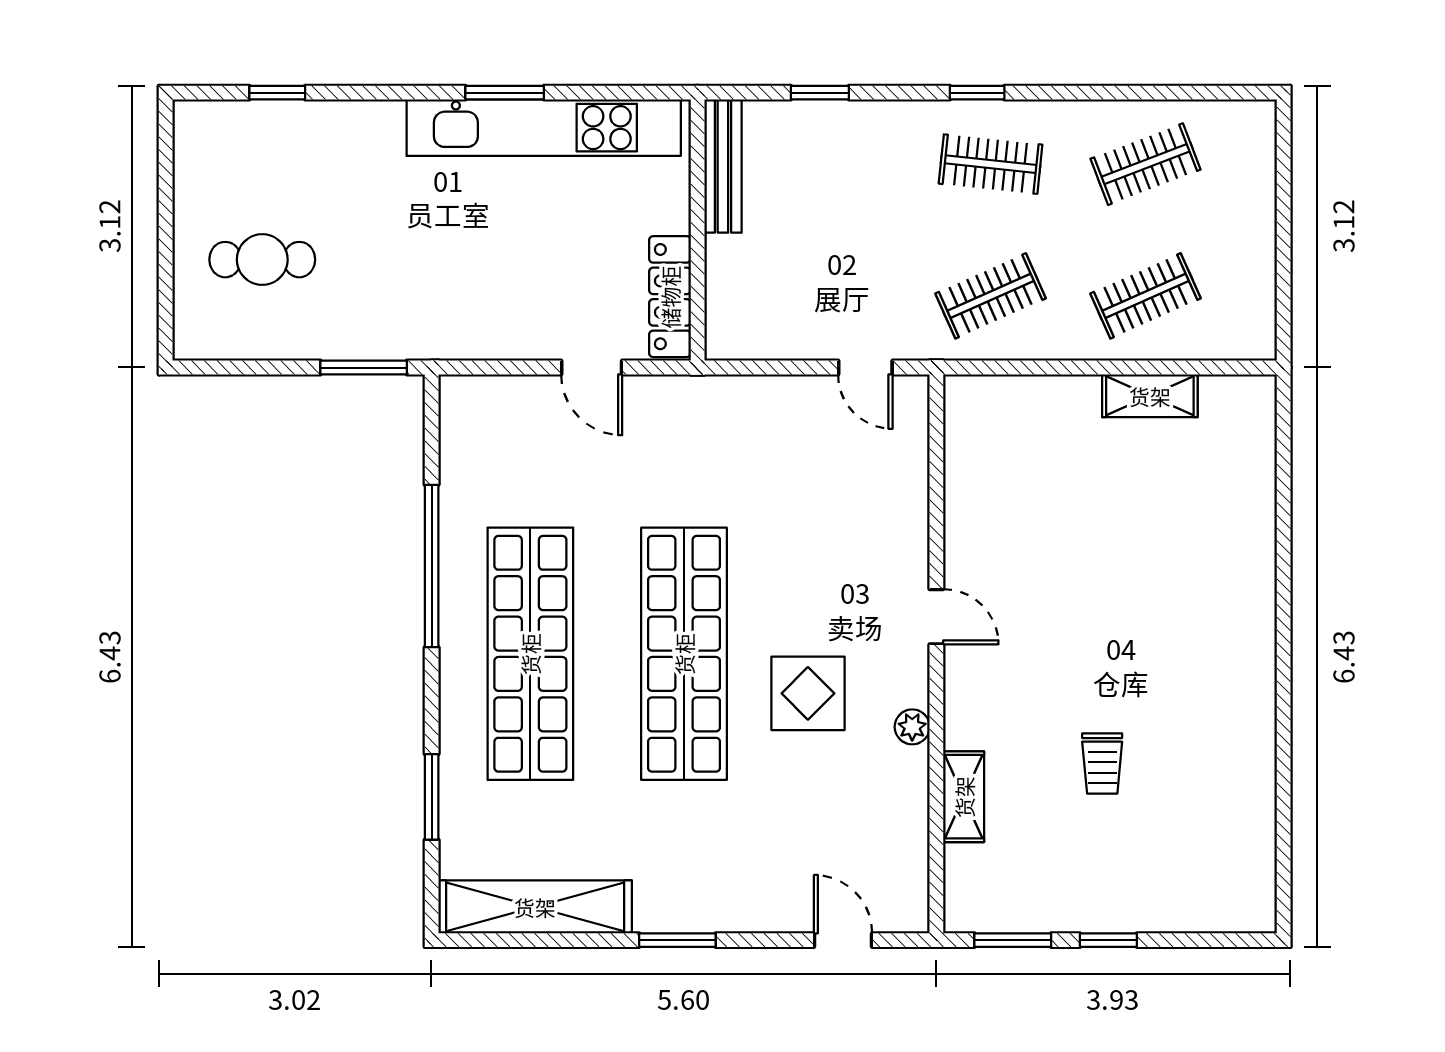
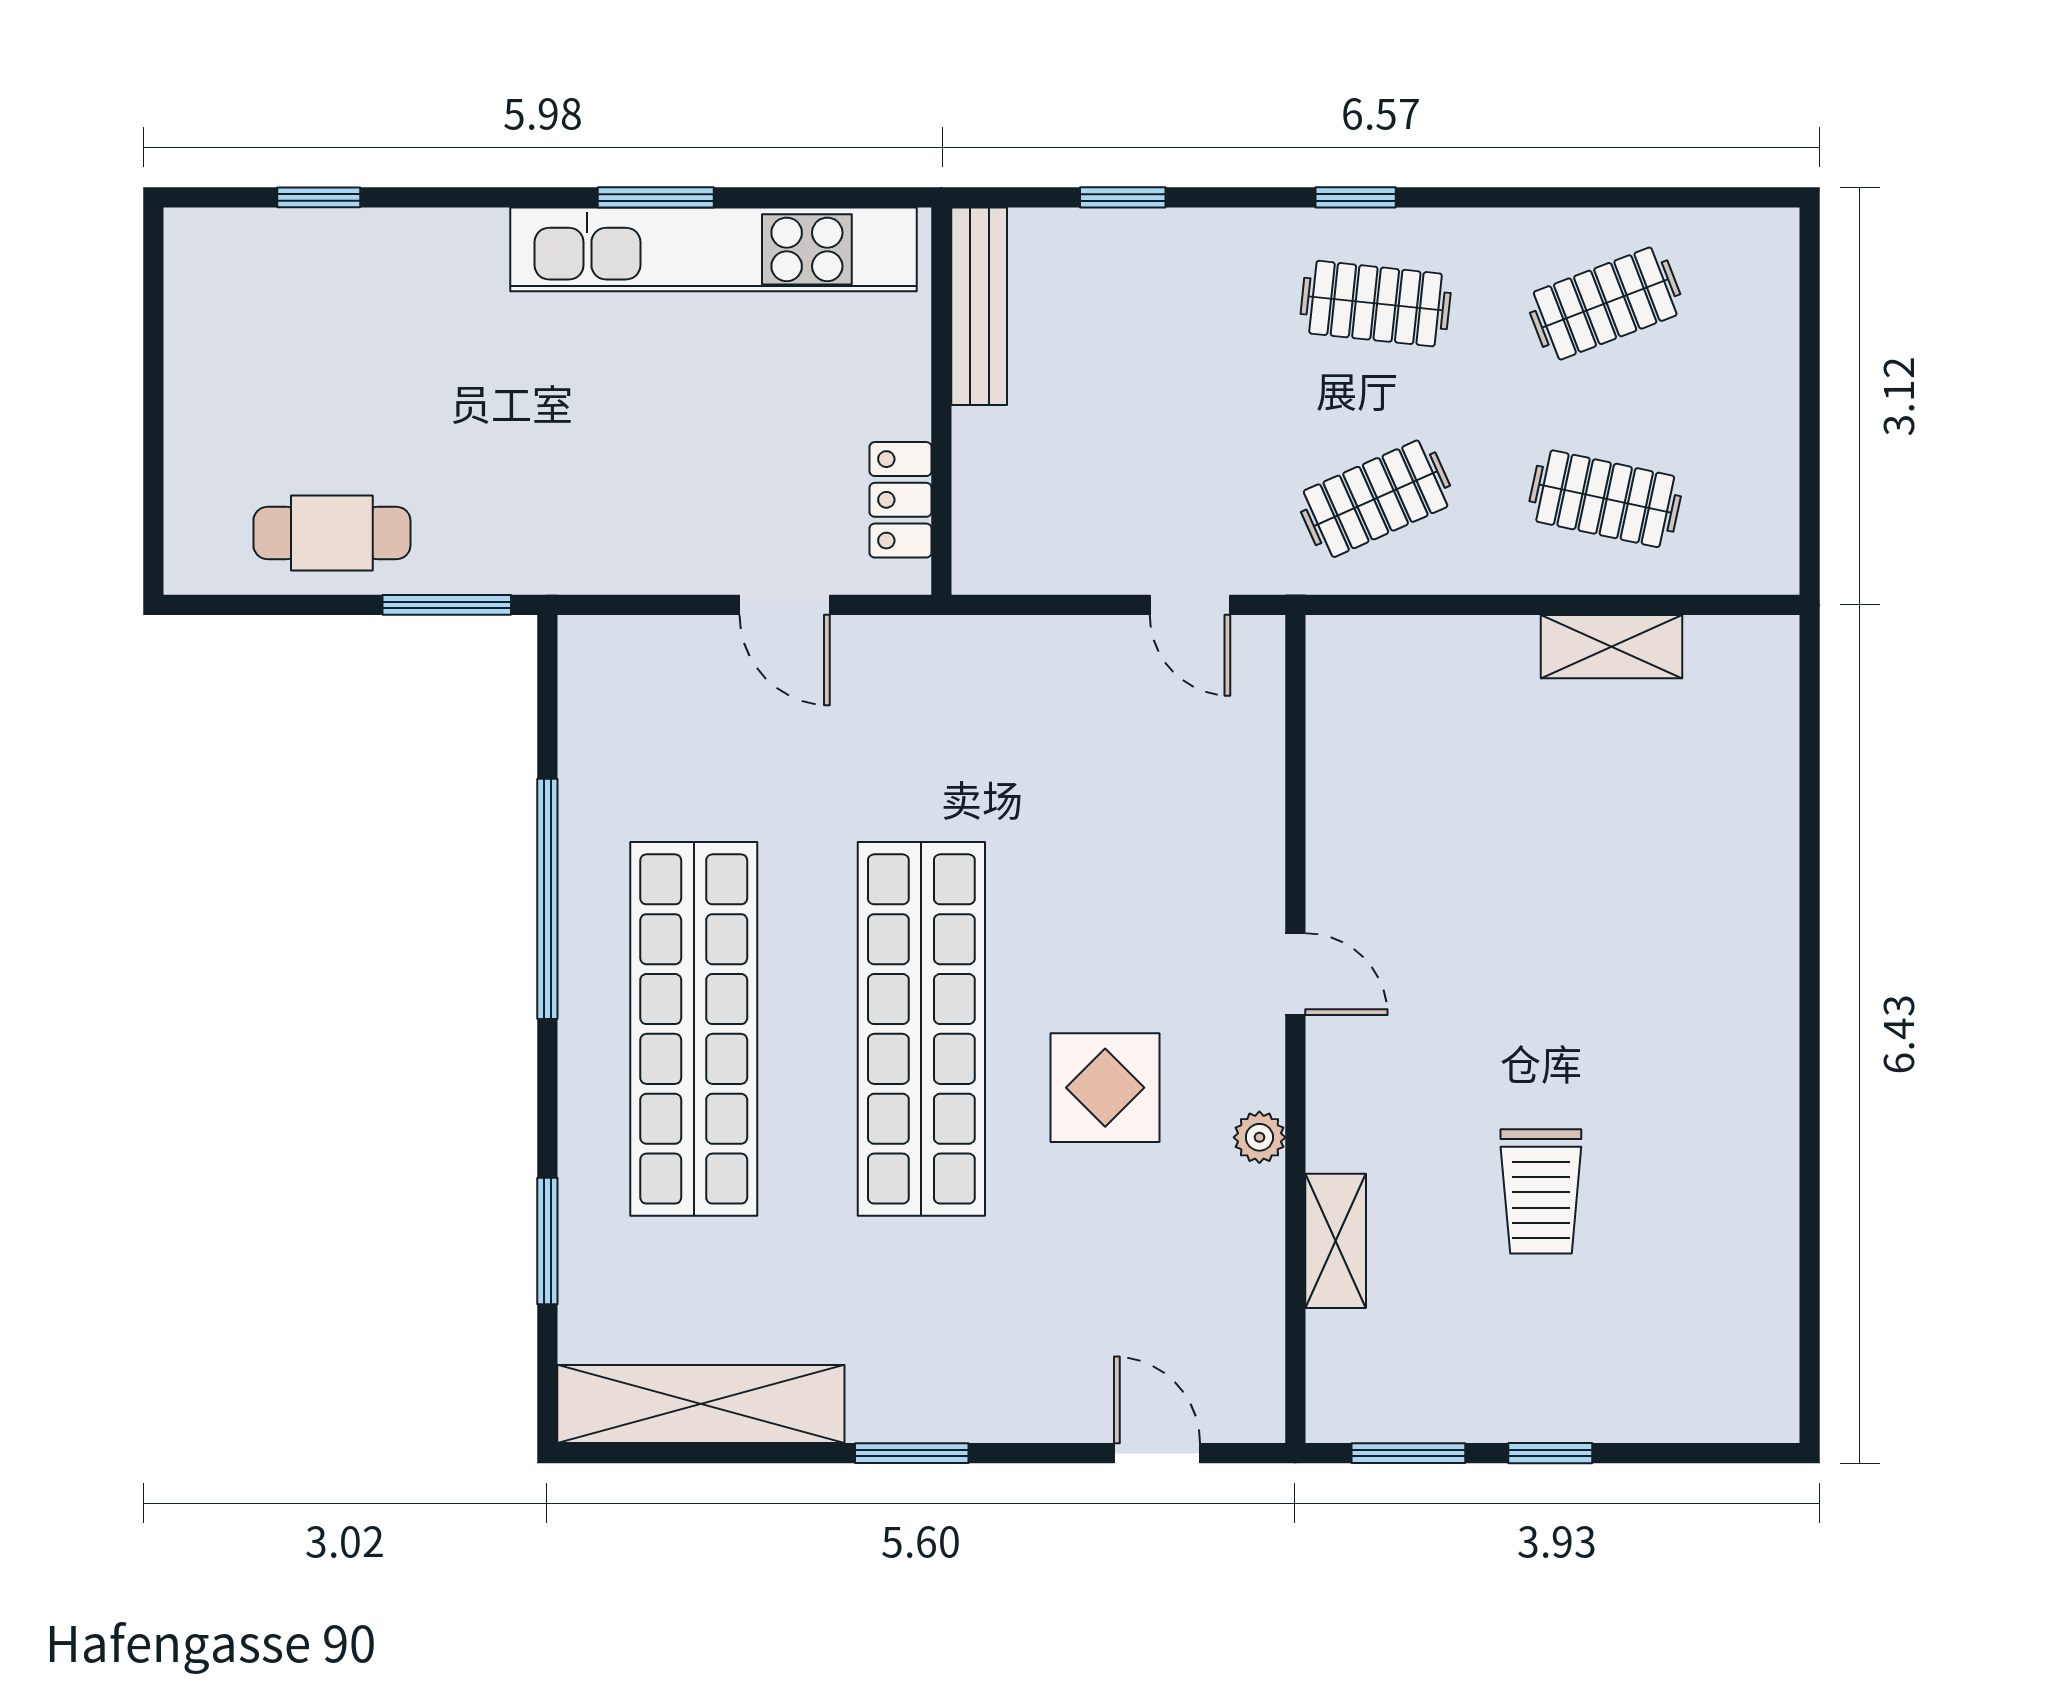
cafe table: (262, 260) -> (332, 533), moved
clothes rail: (1146, 296) -> (1605, 499), turned 36
locker: (670, 297) -> (901, 500), width x0.66
trolley: (1102, 763) -> (1541, 1191), width x1.36, depth x1.39

